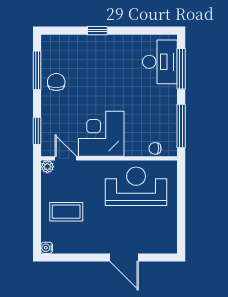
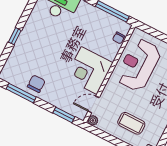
chair: (56, 82) -> (36, 84), turned 90
coffee table: (66, 212) -> (131, 123), turned 90

